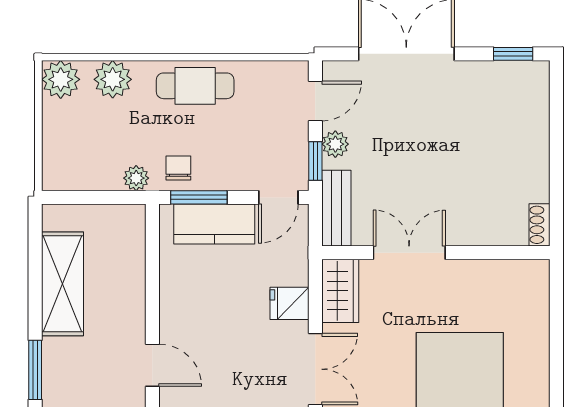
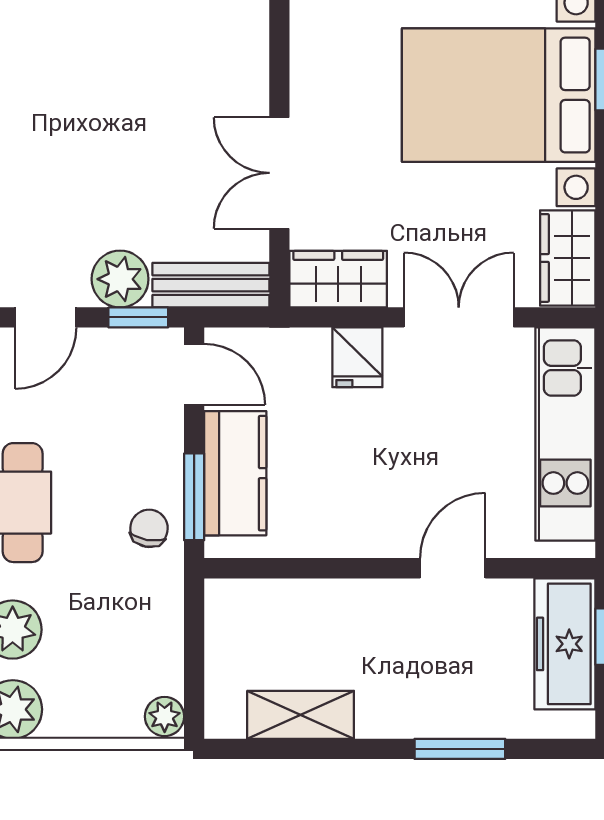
door: (315, 101) -> (46, 317), swing flipped
plant: (335, 144) -> (120, 279), width x1.38, depth x1.38
chair: (178, 168) -> (149, 528), turned 100
plant: (136, 178) -> (165, 716), moved
shelving: (62, 284) -> (301, 715), width x0.67, depth x0.75

